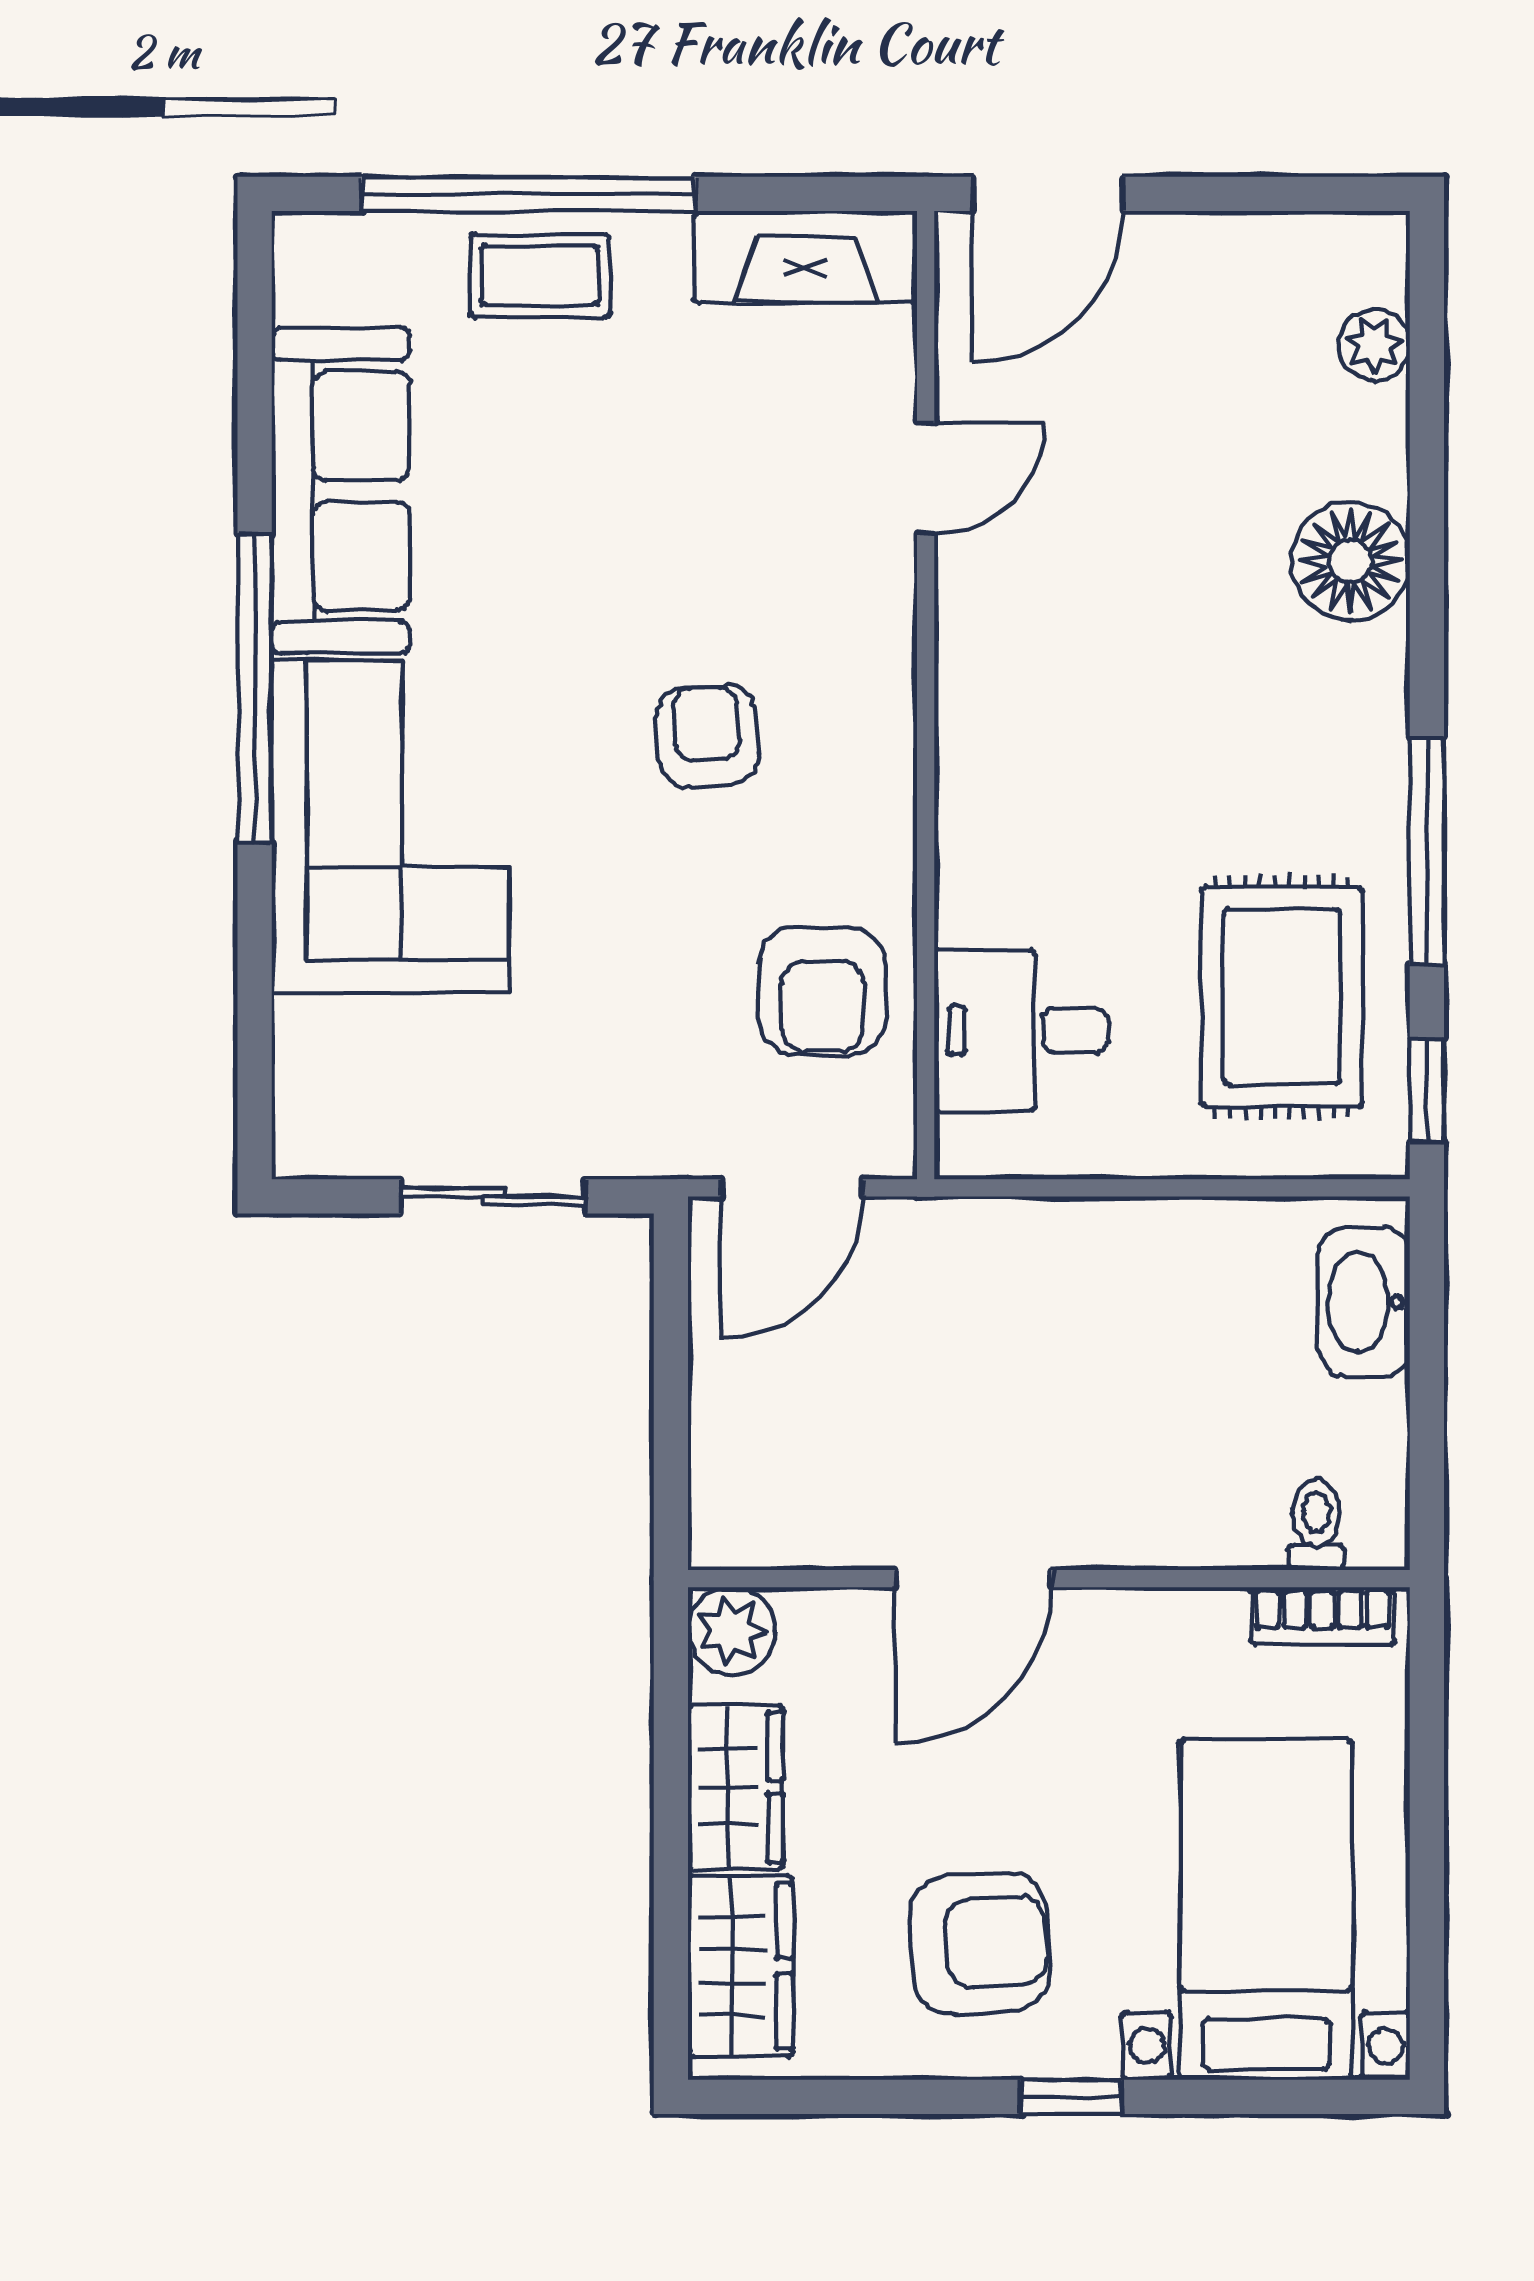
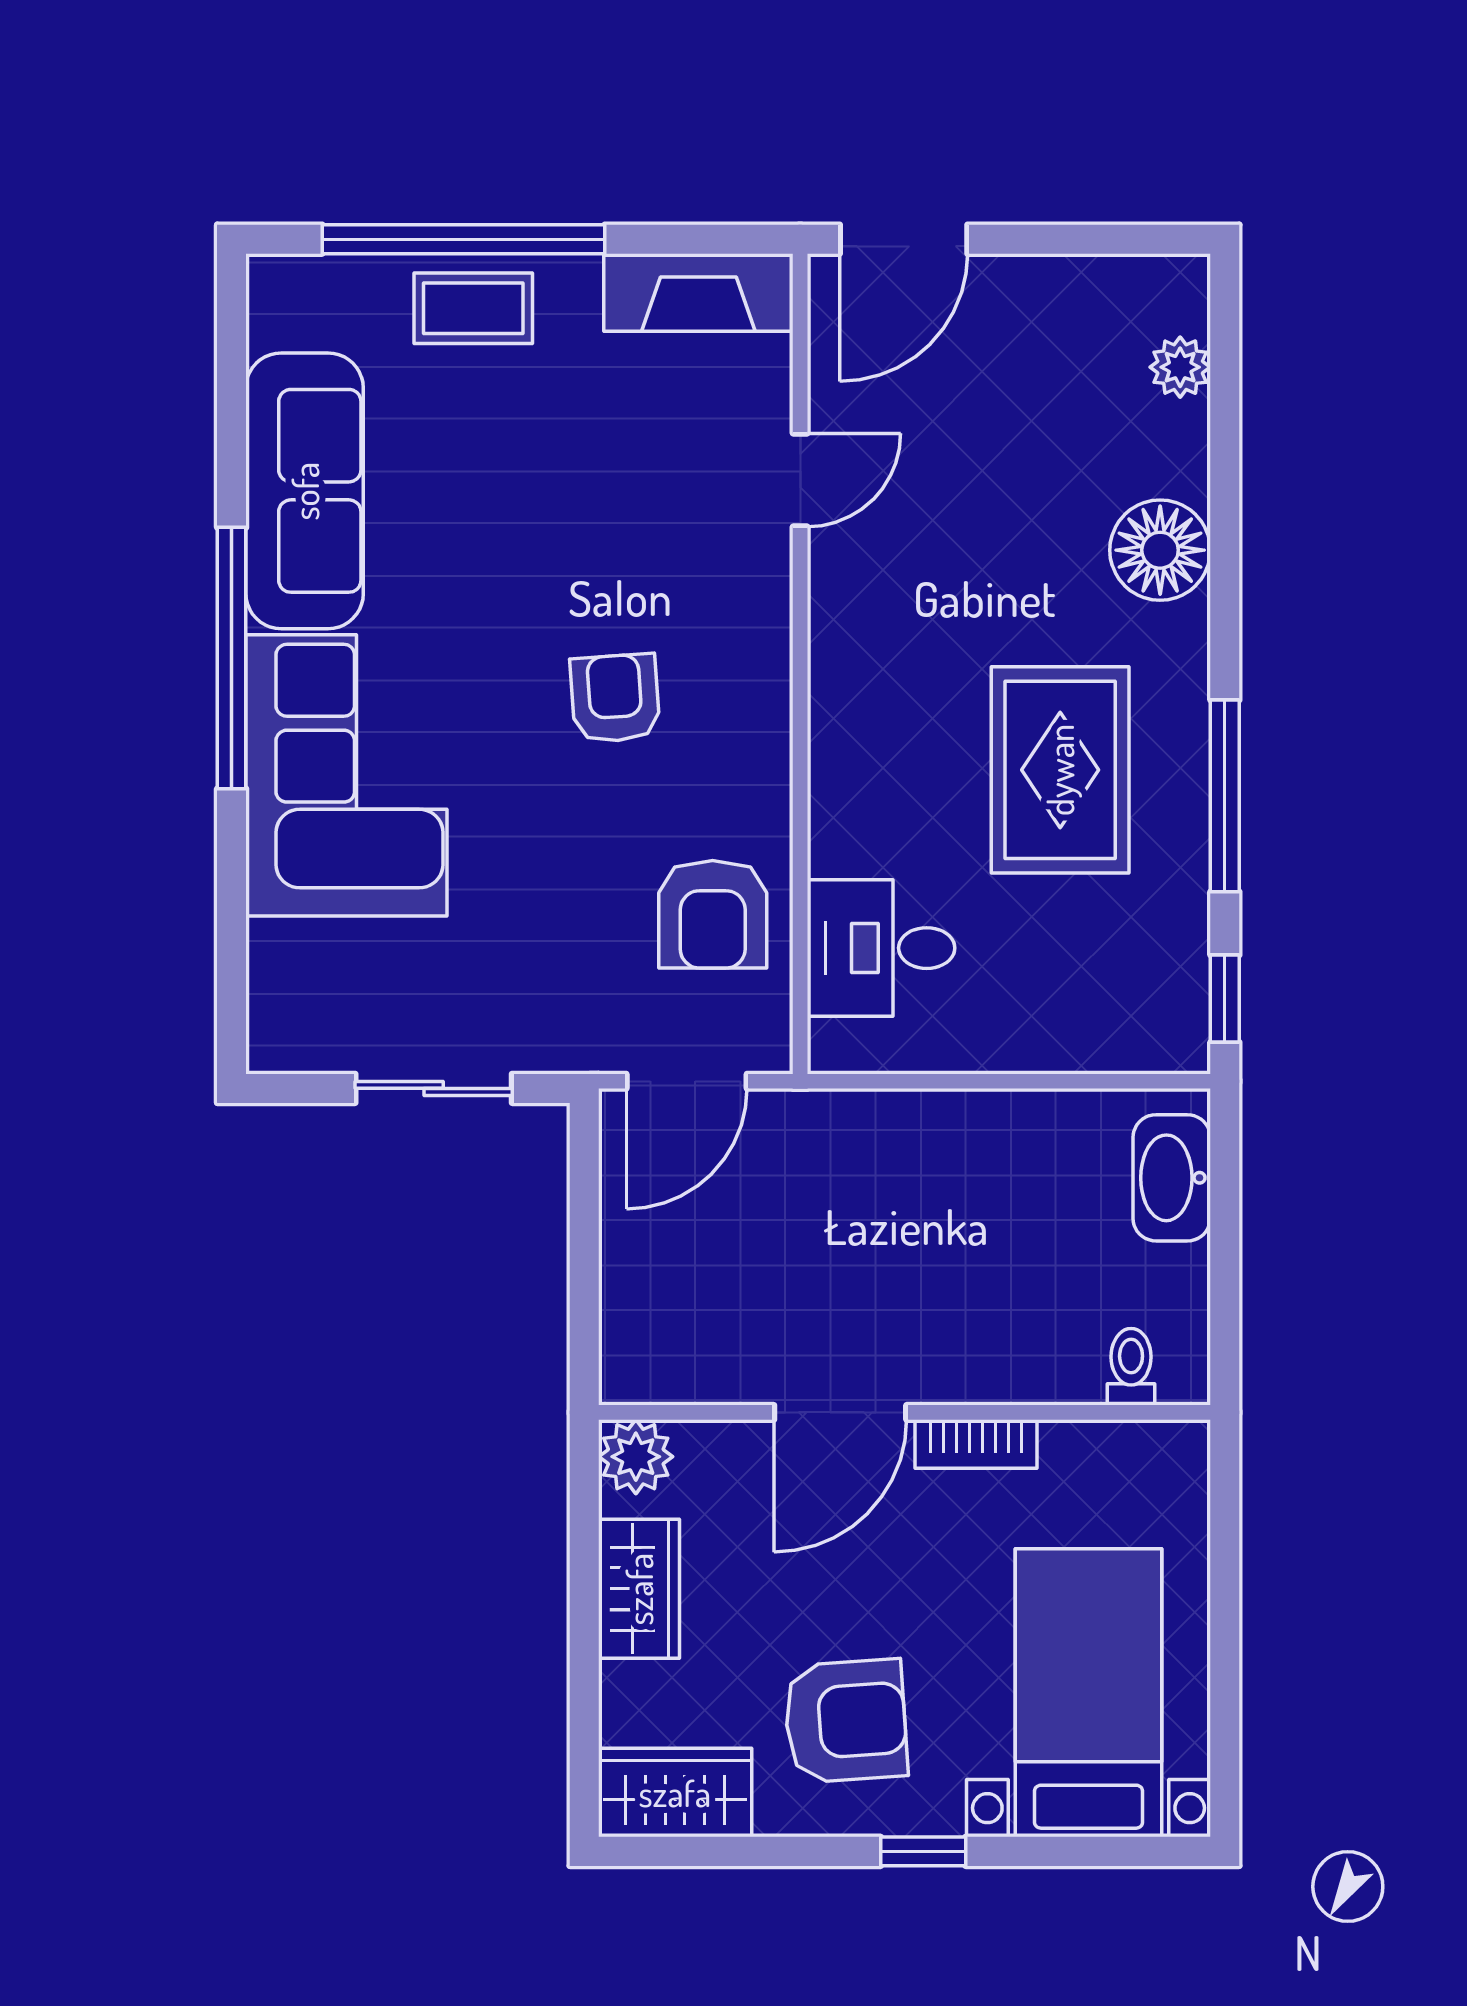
rug: (1282, 997) -> (1060, 770), moved
bookcase: (1322, 1616) -> (976, 1444), moved
wardrobe: (740, 1966) -> (675, 1793), moved, turned -90

